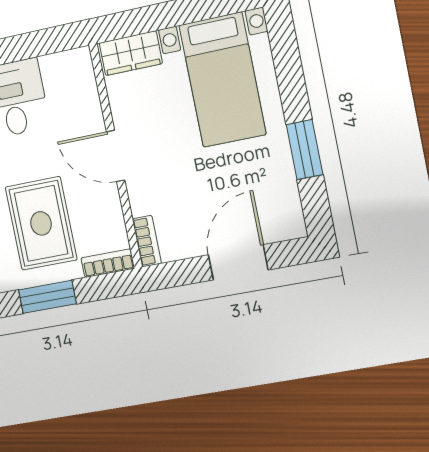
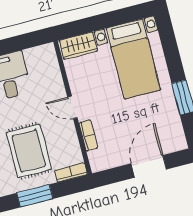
door: (116, 156) -> (72, 107), width x0.73
bookcase: (147, 241) -> (88, 135), moved

